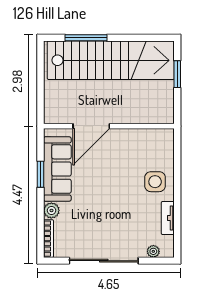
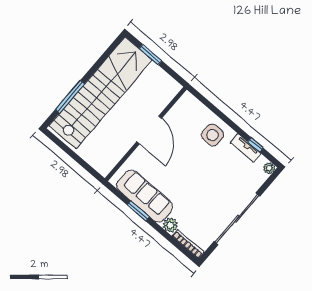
door: (91, 126) -> (149, 130), moved
window: (177, 224) -> (255, 145), added
plant: (153, 251) -> (269, 168), moved

